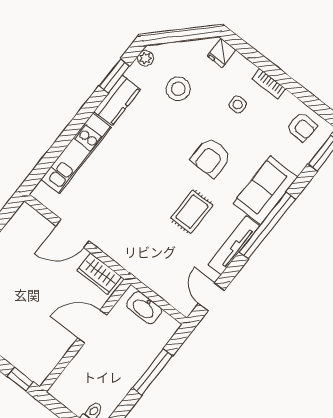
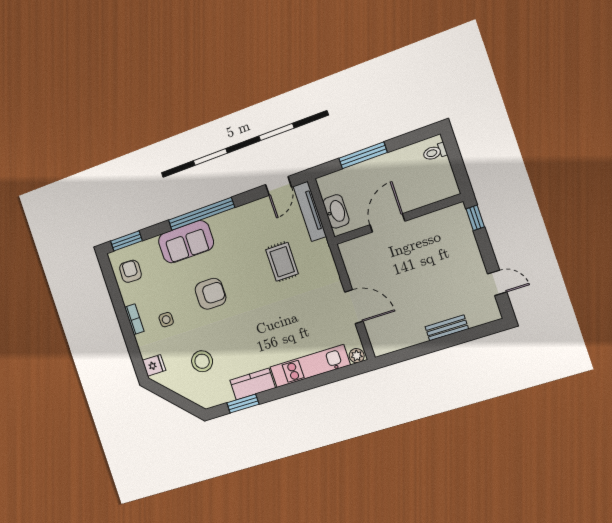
plant: (145, 58) -> (357, 356), moved
rug: (192, 212) -> (282, 262), moved, turned 90
tv unit: (234, 245) -> (310, 211), moved, turned 90
wardrobe: (99, 274) -> (354, 261), removed
door: (92, 327) -> (387, 223), swing flipped

